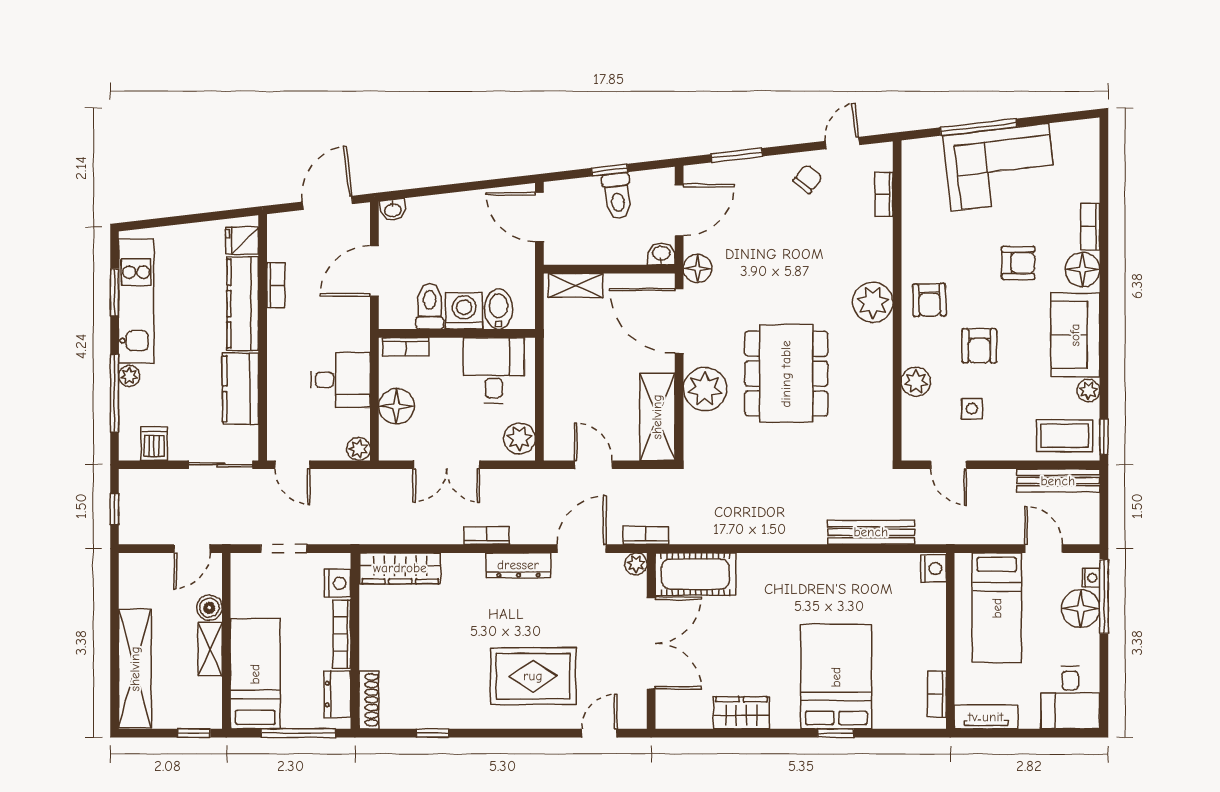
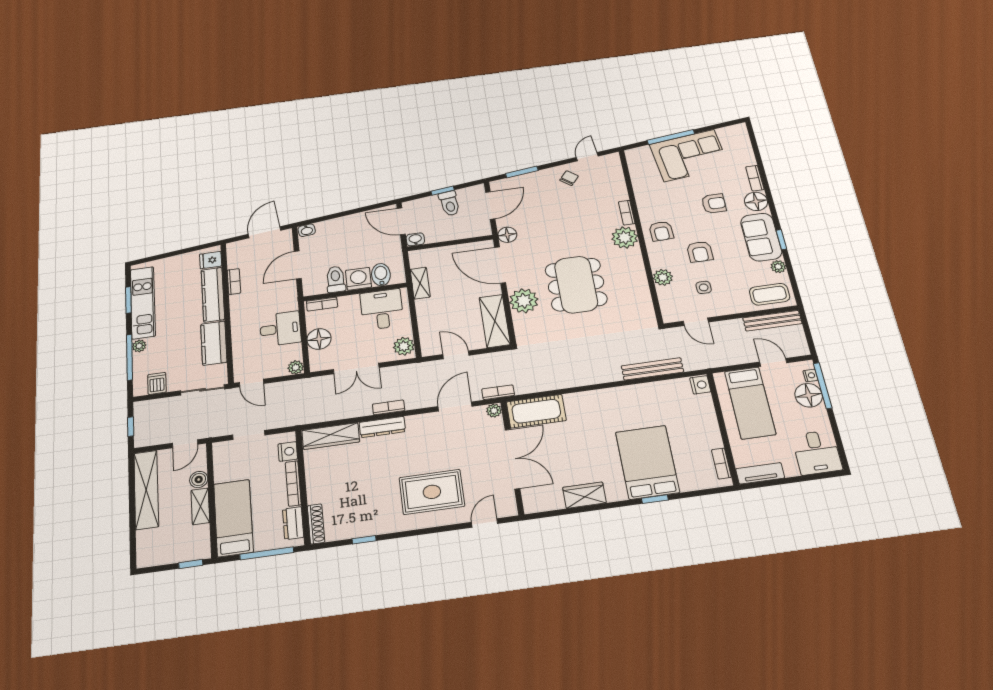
bookcase: (884, 194) -> (627, 213), moved
washbasin: (661, 254) -> (415, 239), moved
shelving: (576, 285) -> (420, 283), moved, turned 90
window: (1104, 437) -> (781, 240), moved
dresser: (518, 565) -> (382, 427), moved
shelving: (135, 669) -> (146, 490), moved

